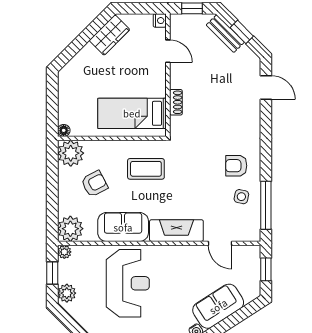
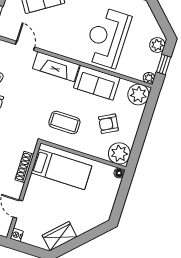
shoe rack: (176, 102) -> (24, 167), width x1.43

